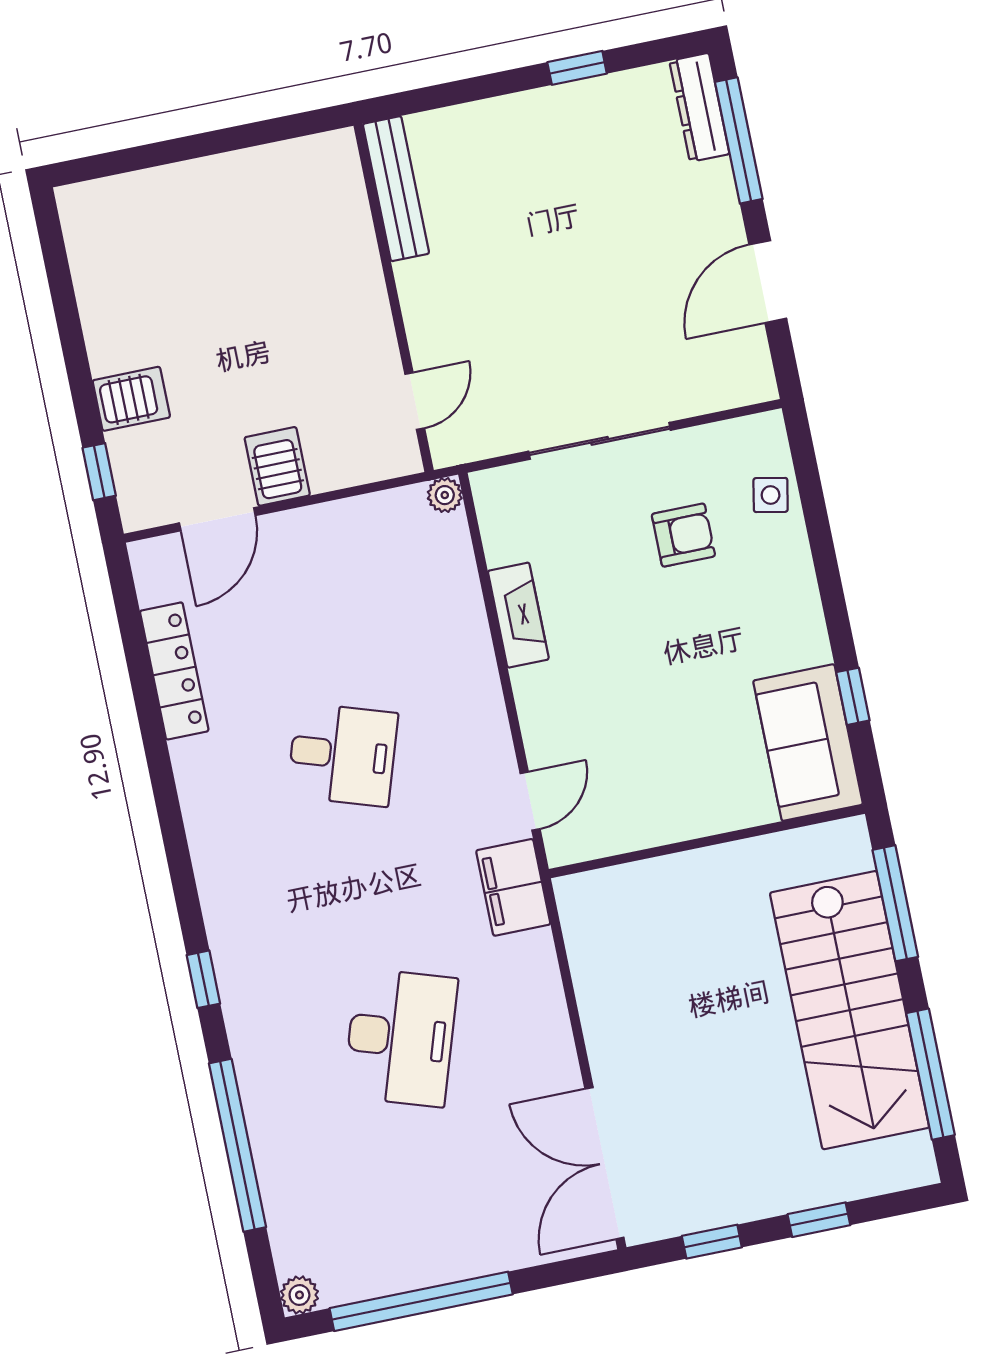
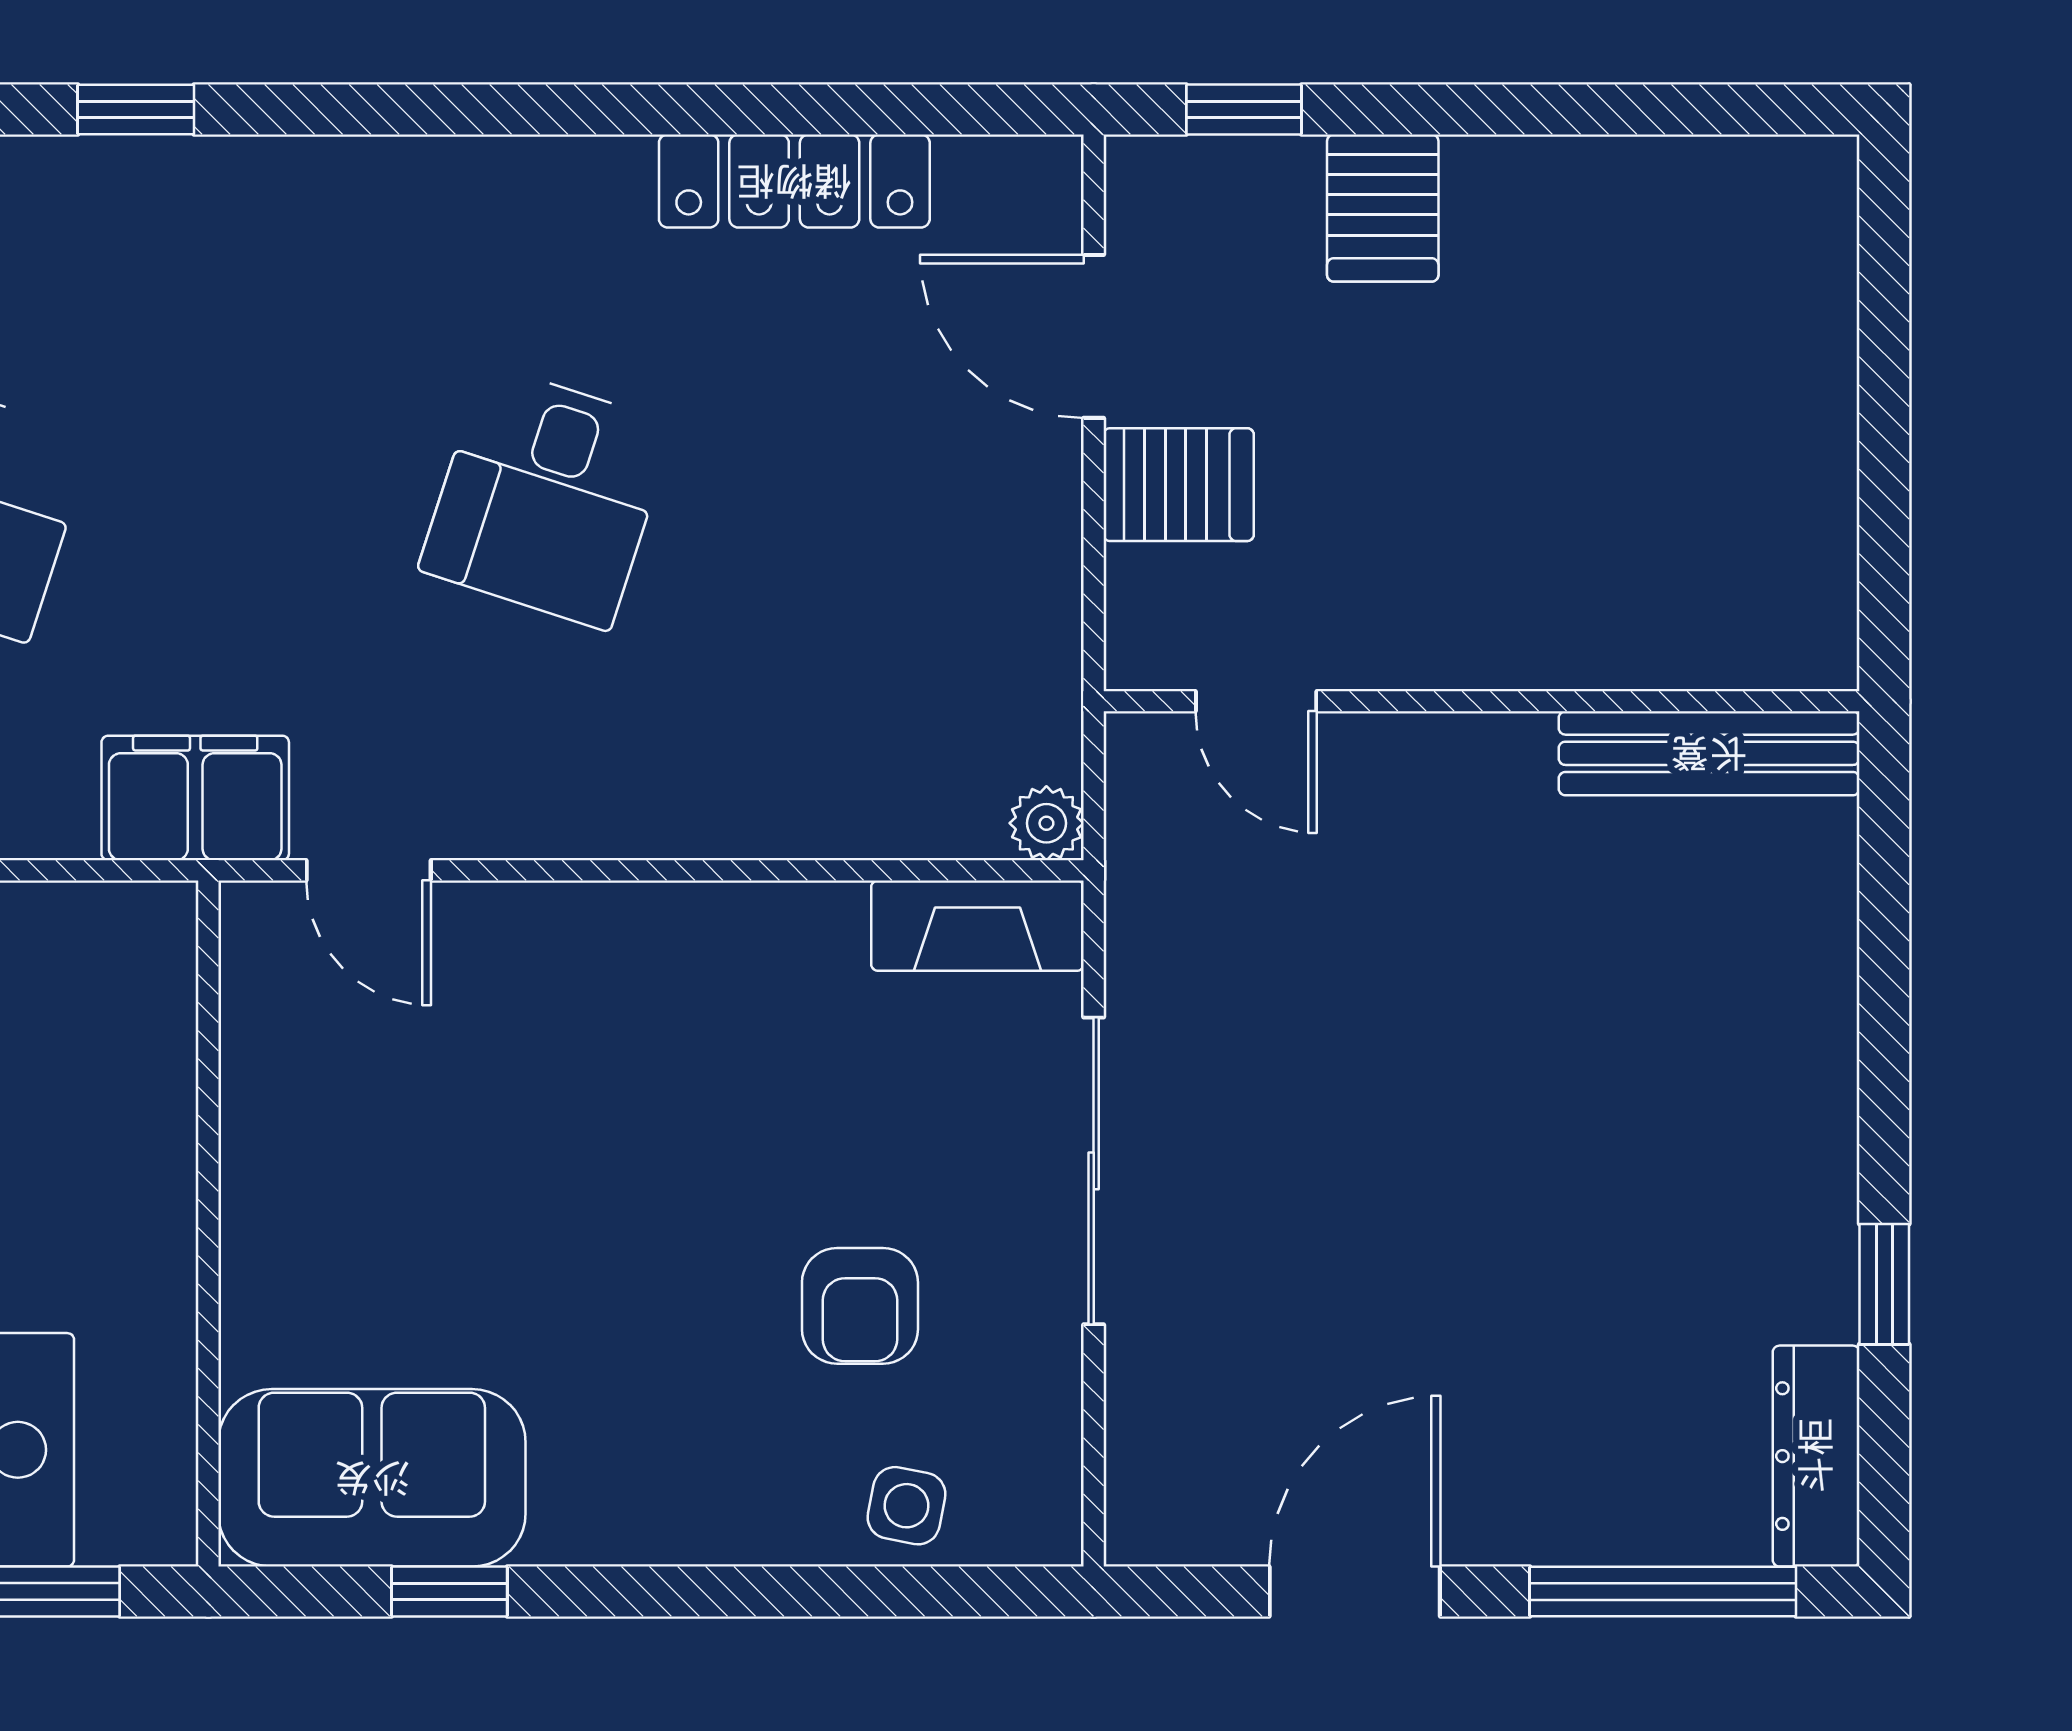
dresser: (699, 107) -> (1816, 1456), moved, turned -90
bench: (396, 189) -> (1709, 753), moved
door: (768, 282) -> (1355, 1591), hinge flipped
wall: (394, 298) -> (1481, 701), moved
door: (415, 401) -> (1256, 701), moved
fireplace: (518, 615) -> (978, 926), moved

